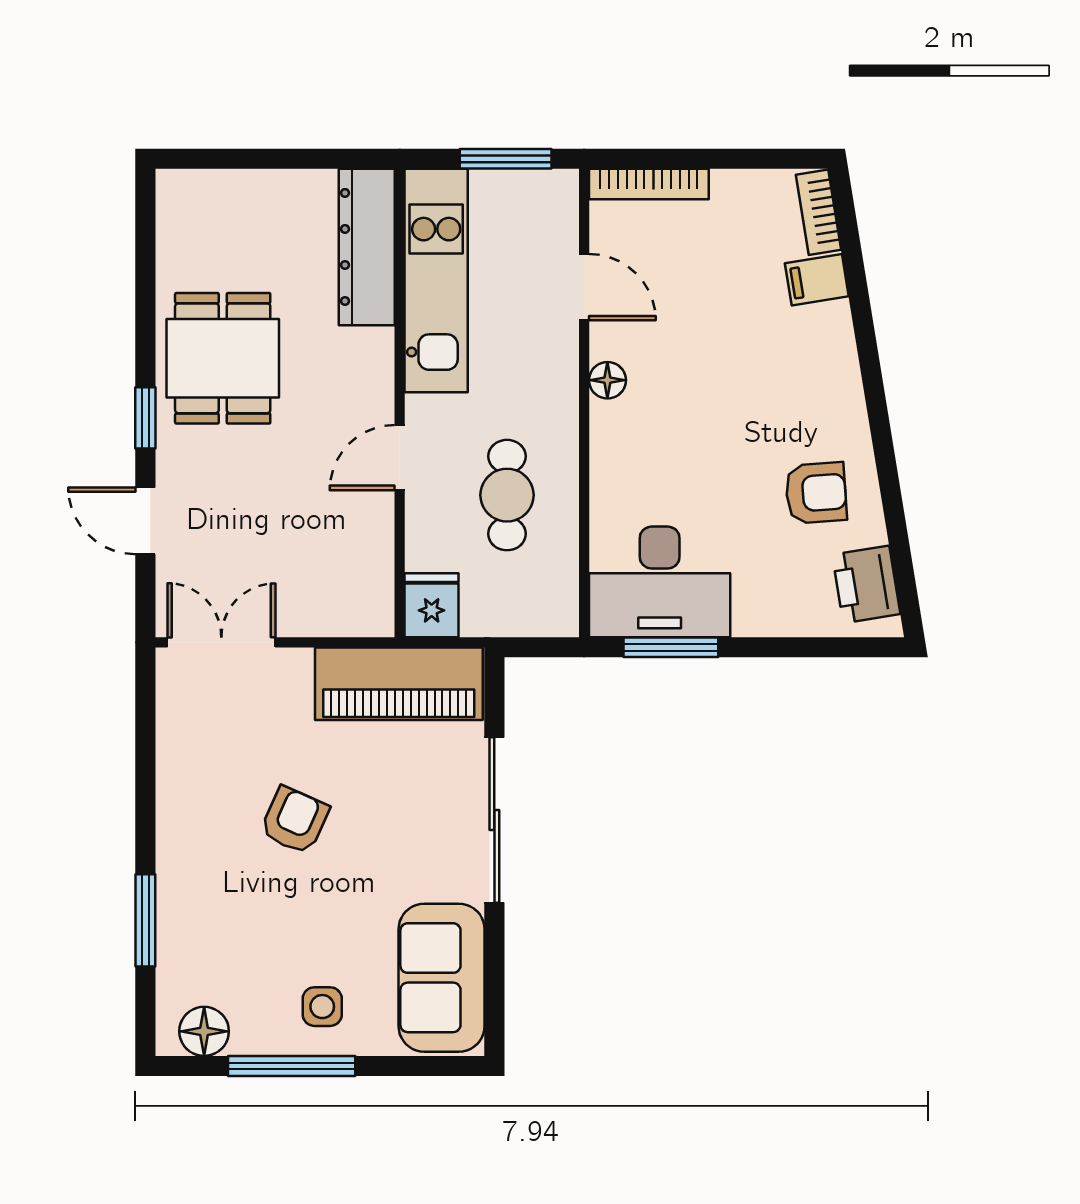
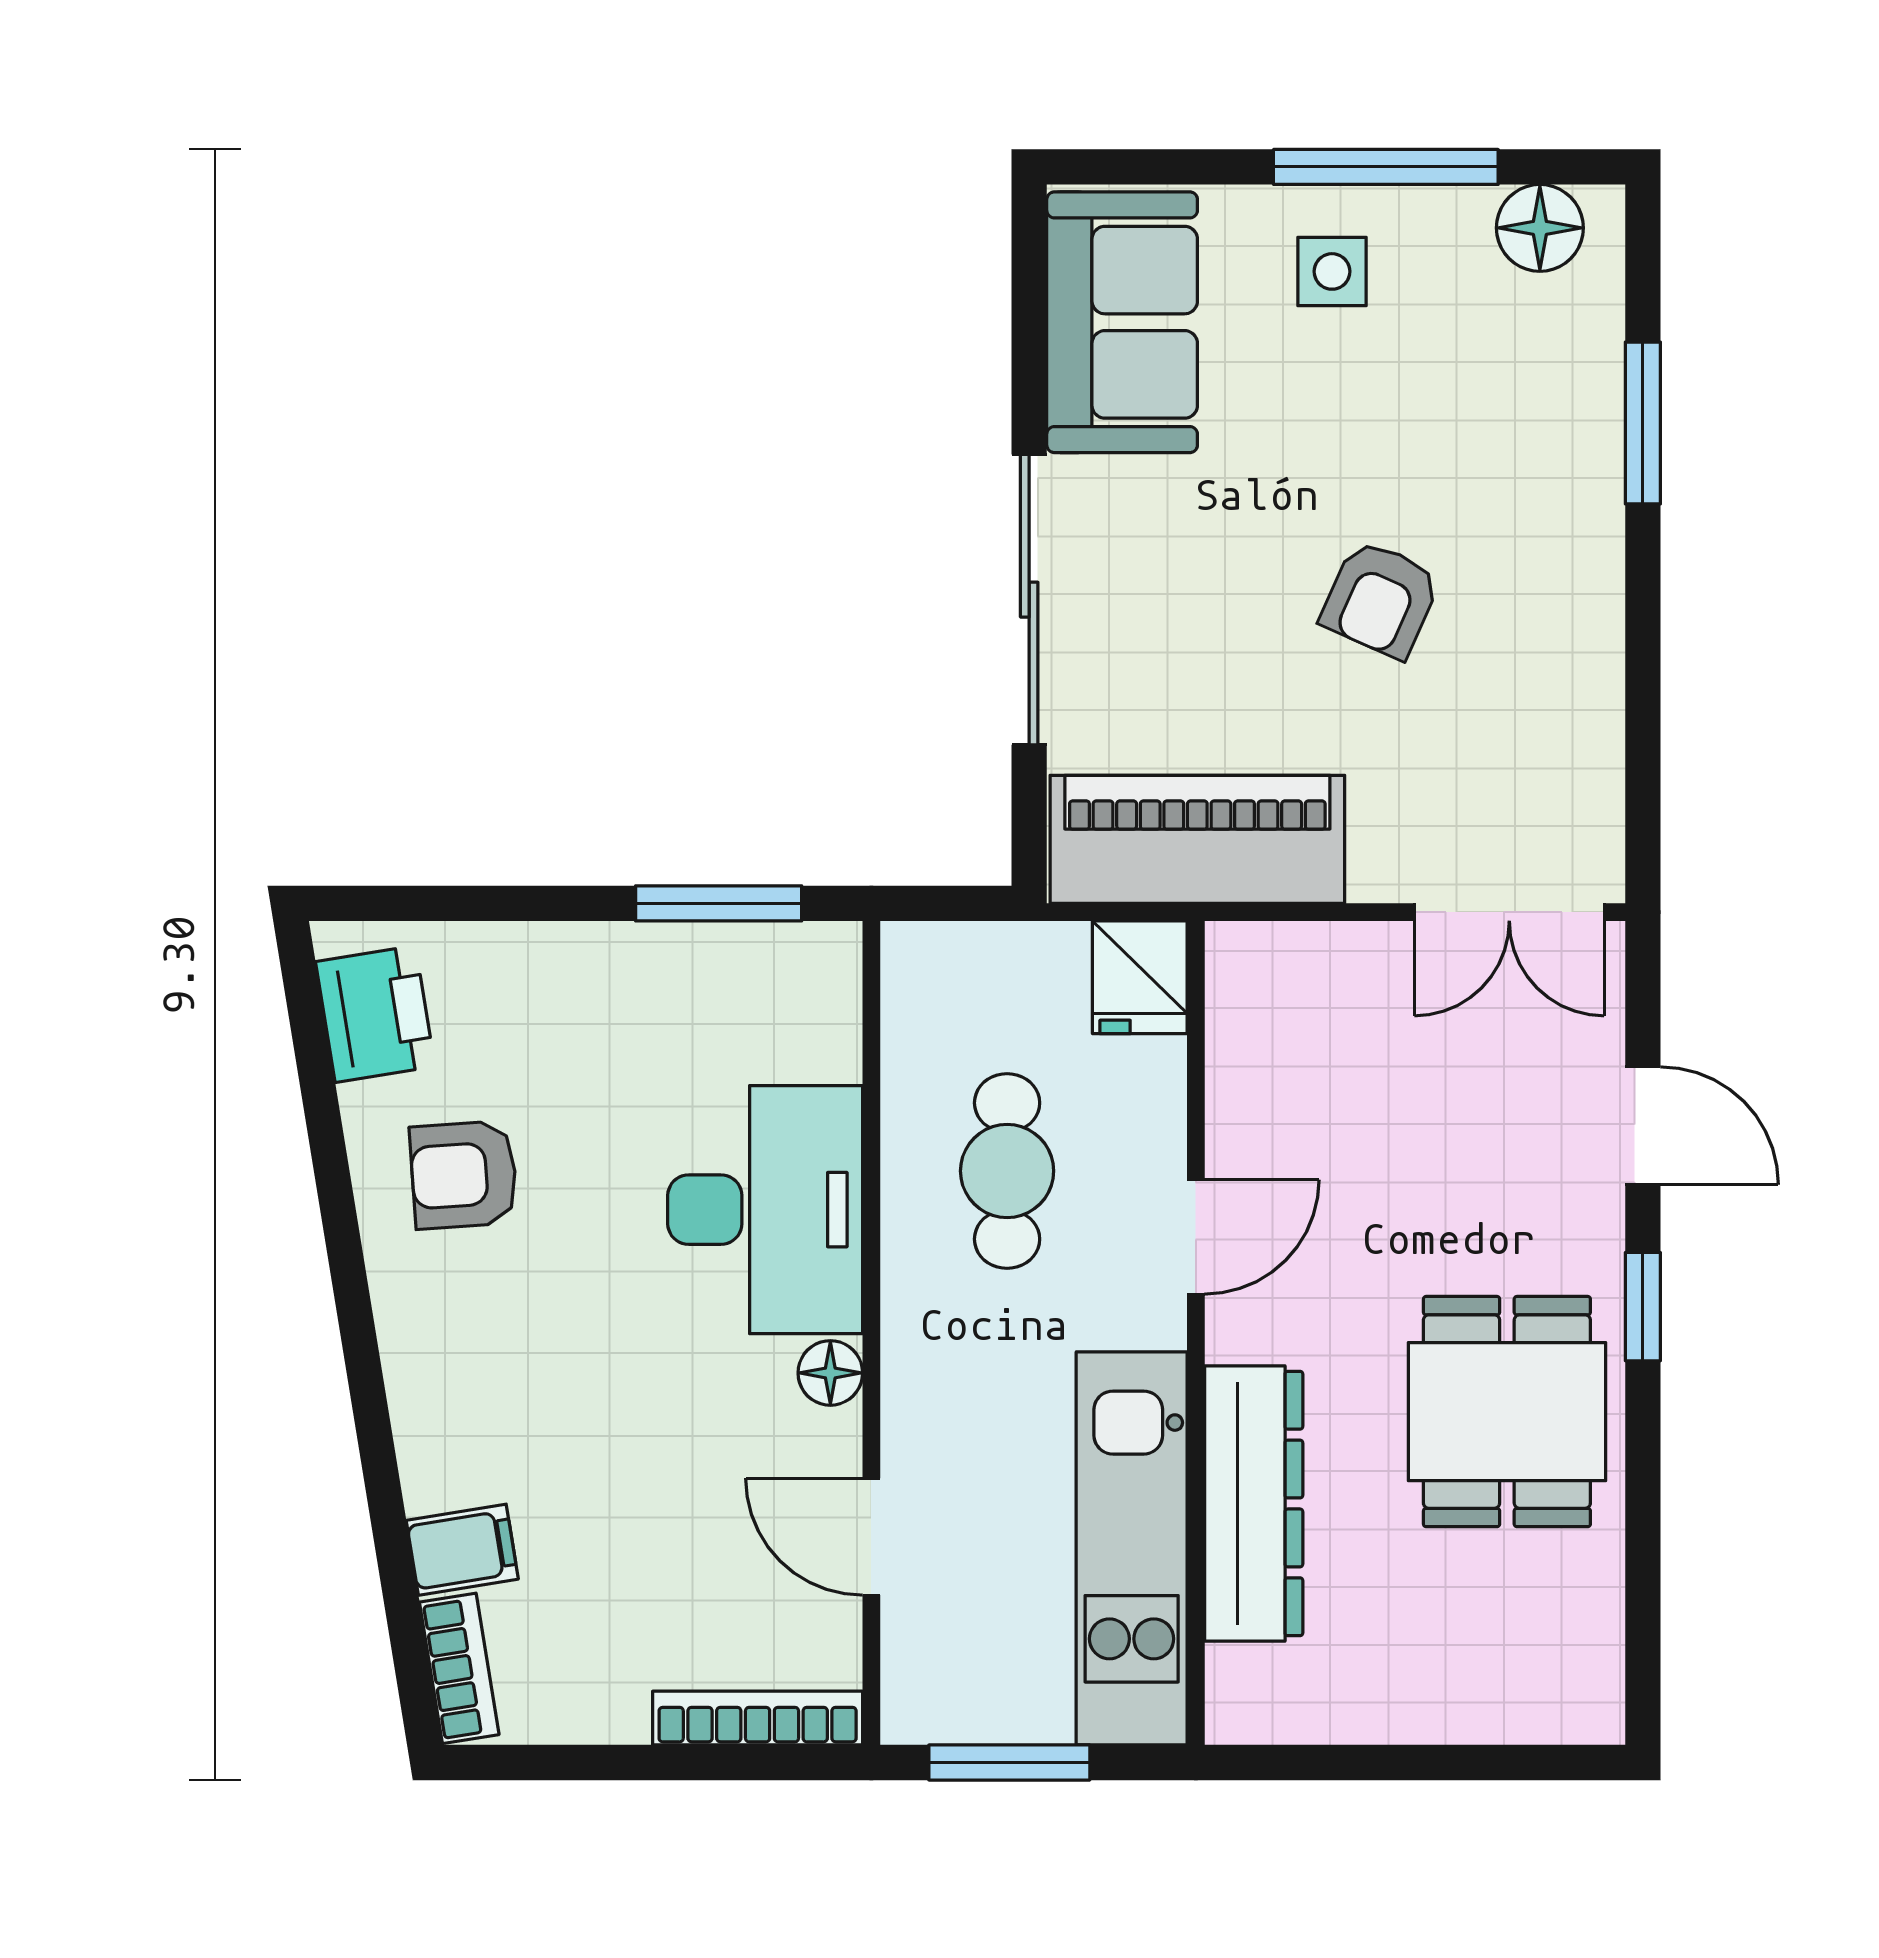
dresser: (367, 247) -> (1254, 1503), moved
desk: (660, 582) -> (765, 1210), moved, turned 90

